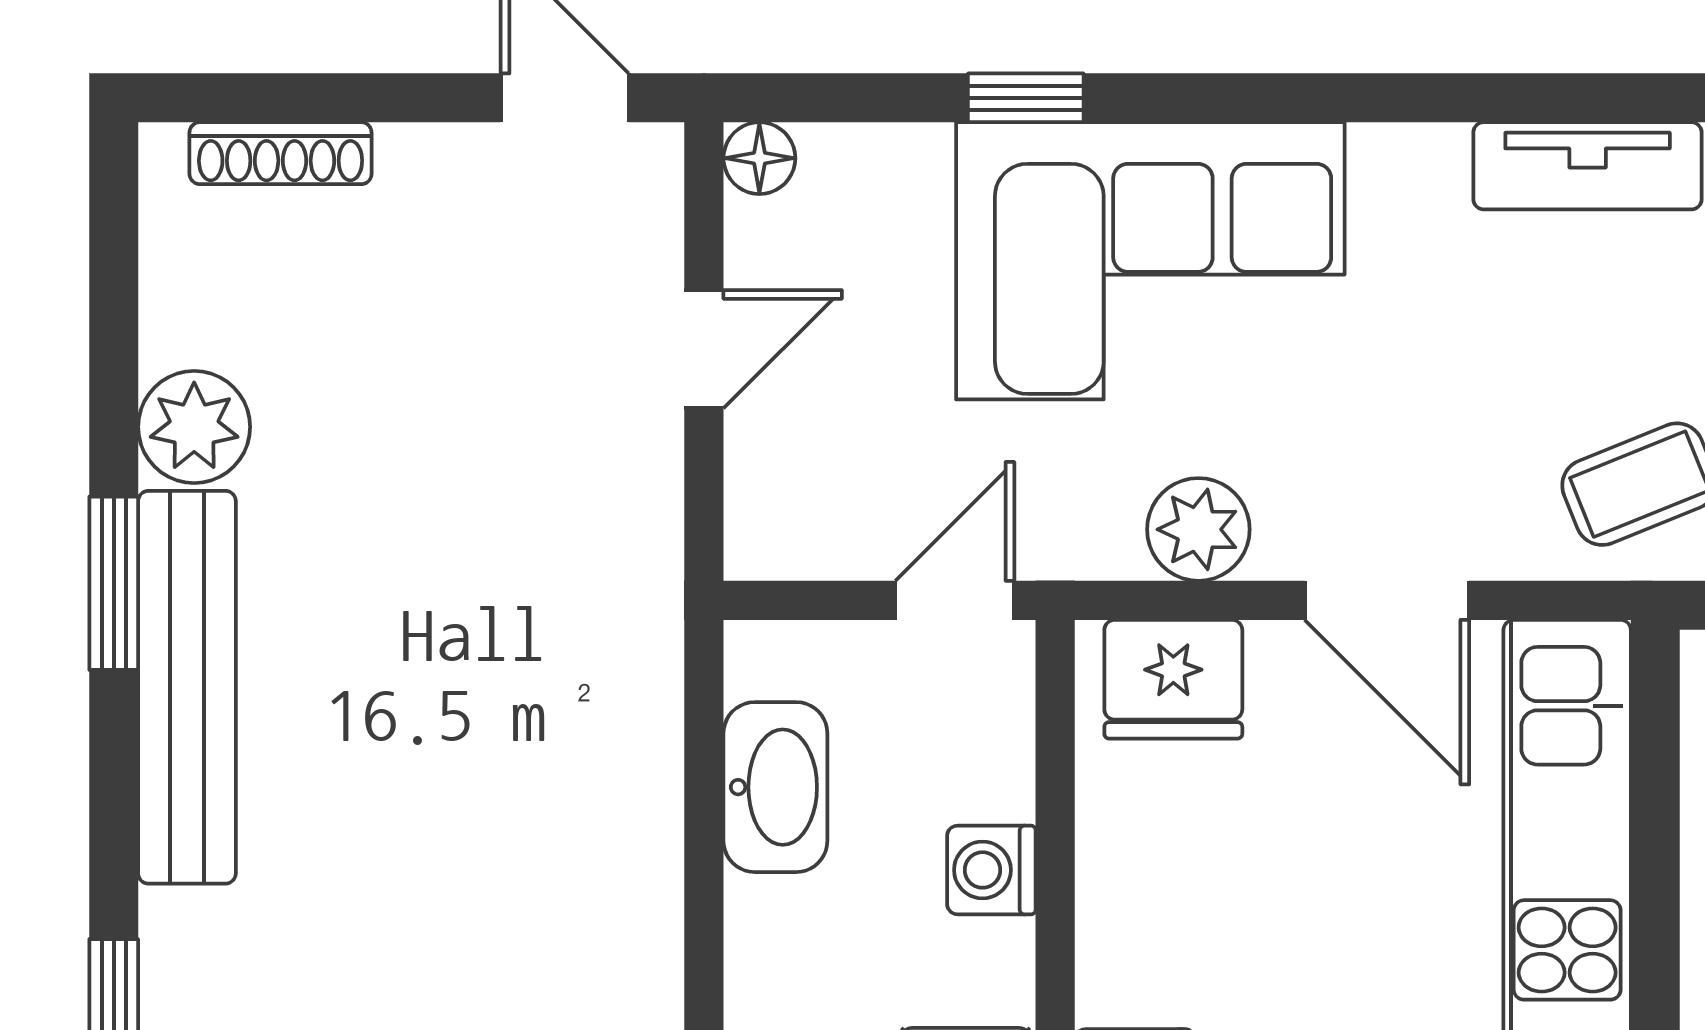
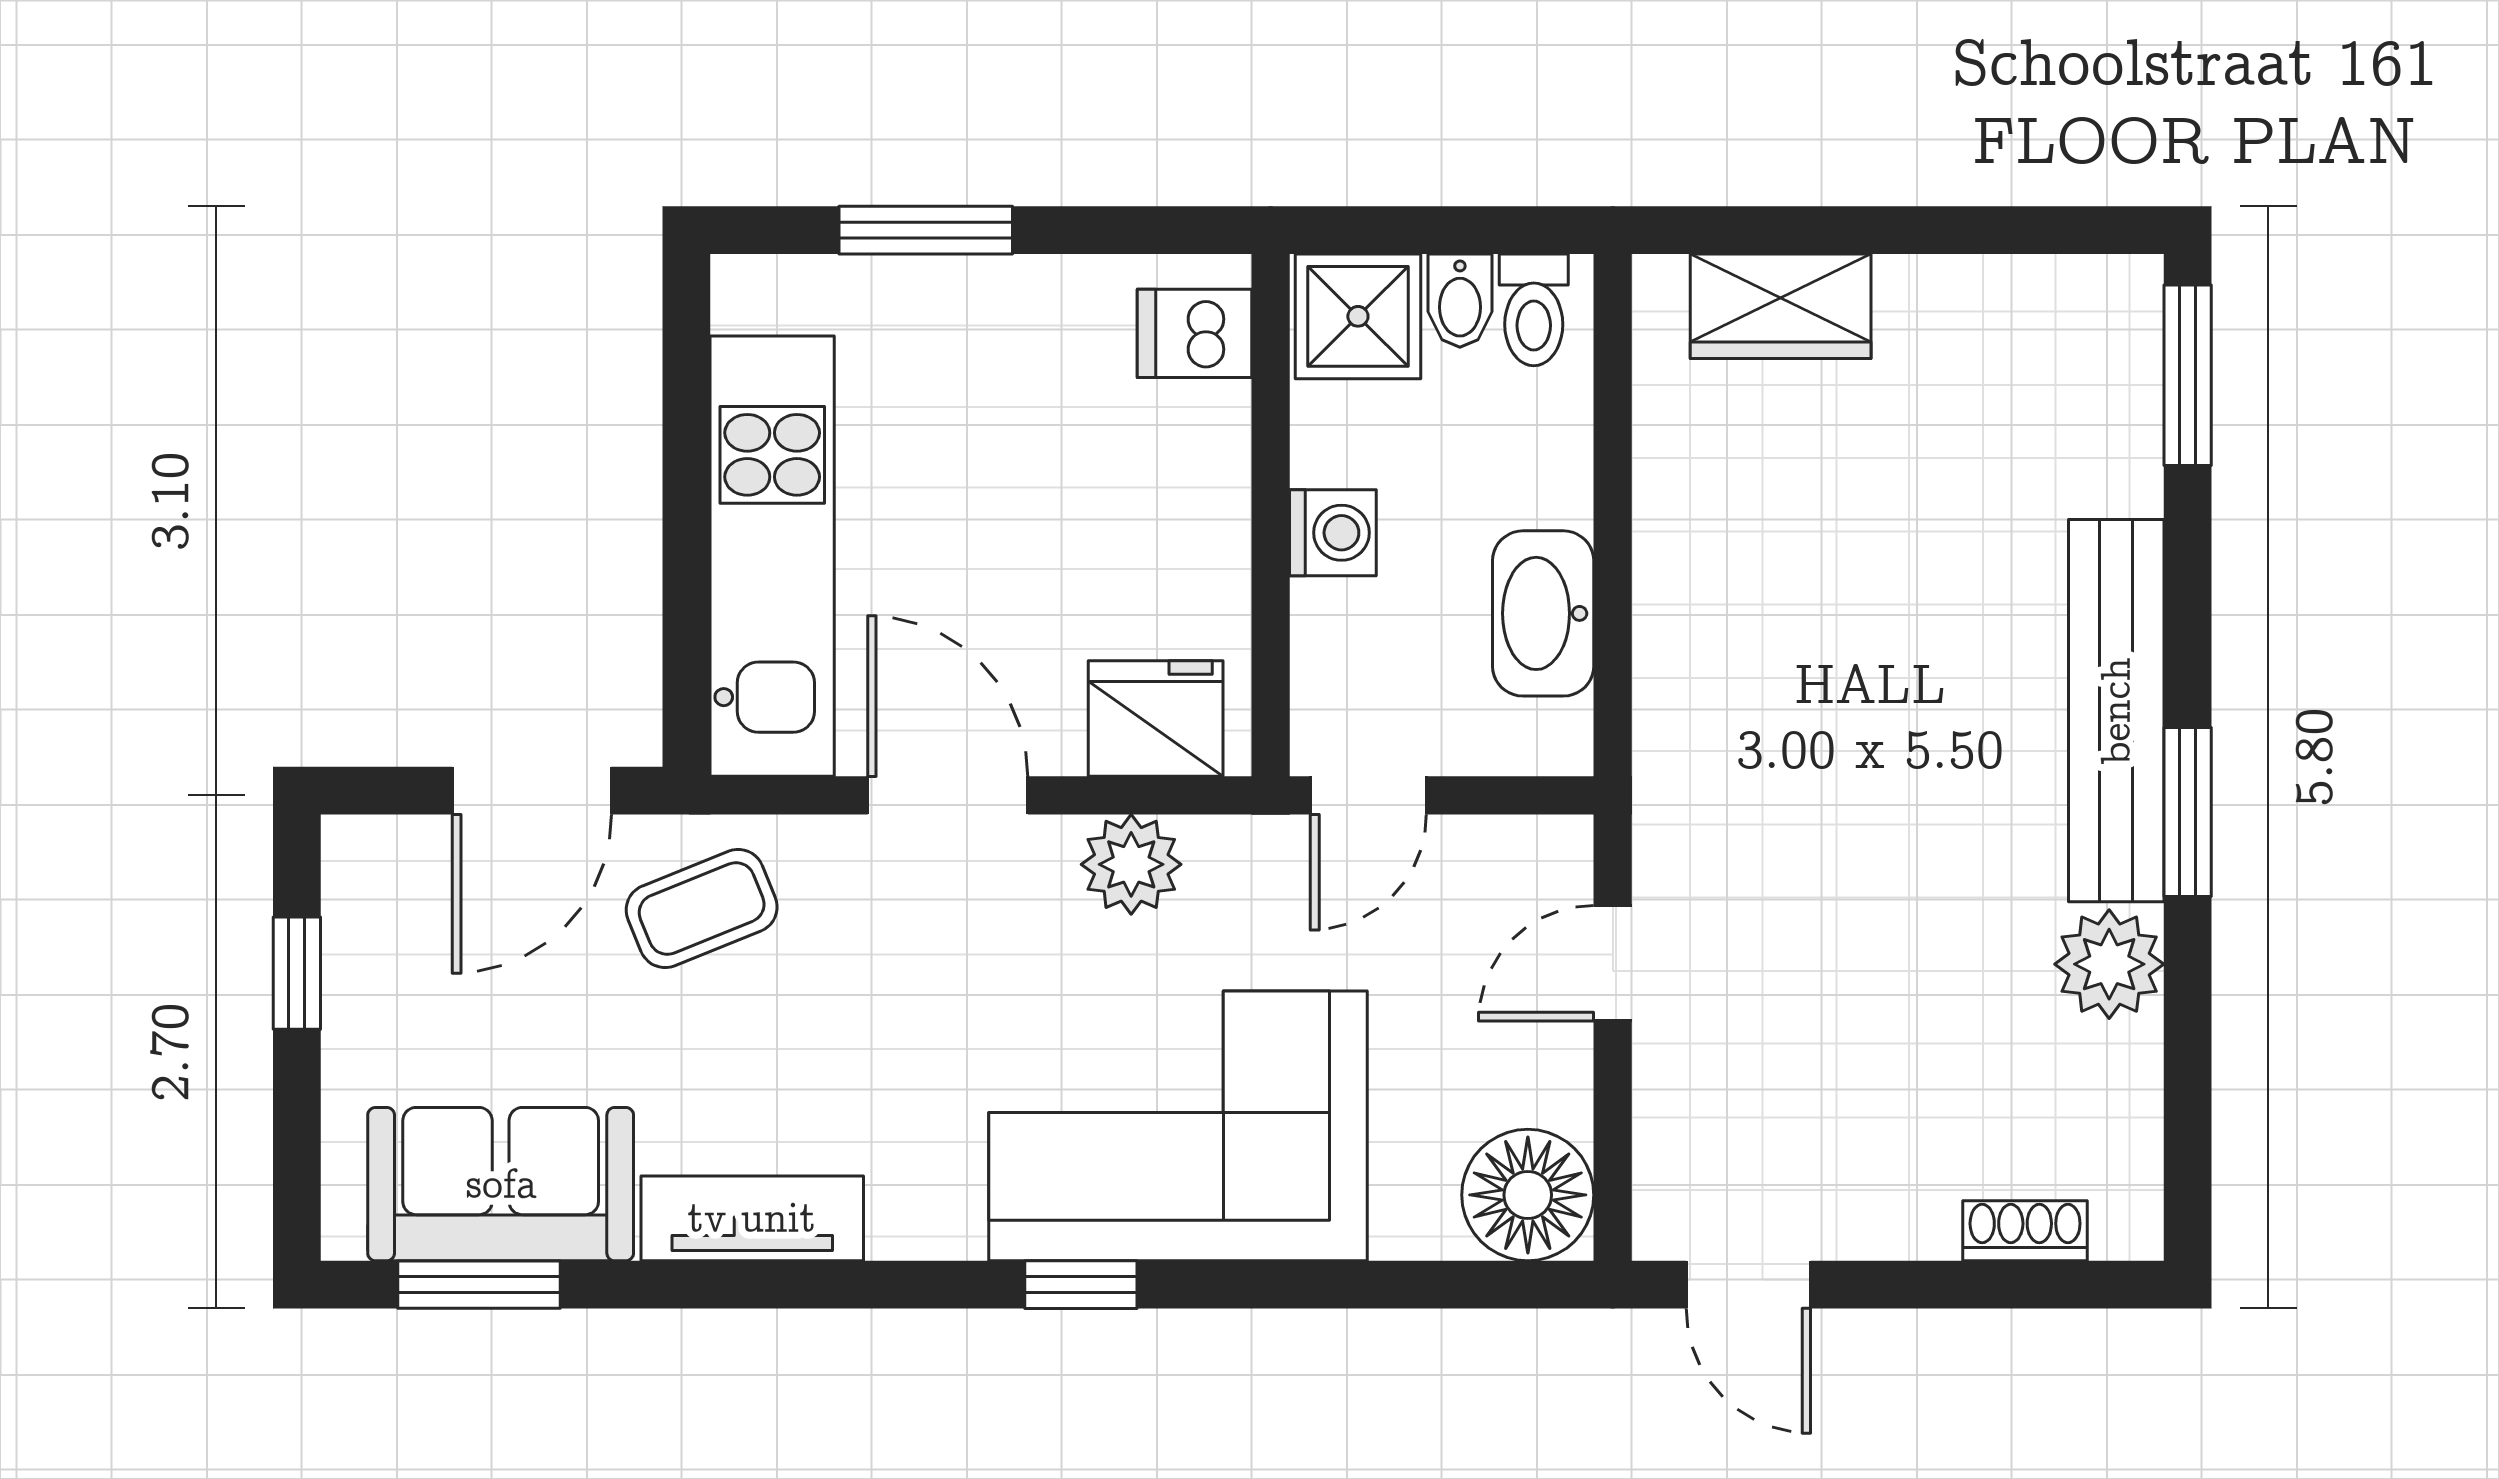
window: (1026, 98) -> (1081, 1285), moved
shoe rack: (281, 153) -> (2025, 1231), width x0.70
floor lamp: (759, 158) -> (1528, 1195), width x1.89, depth x1.89
door: (704, 349) -> (1613, 963), moved

